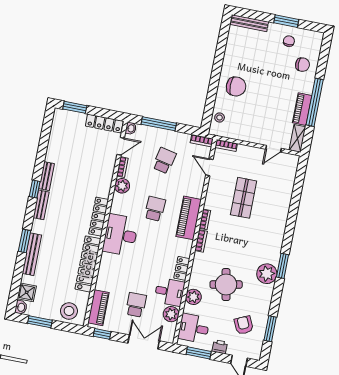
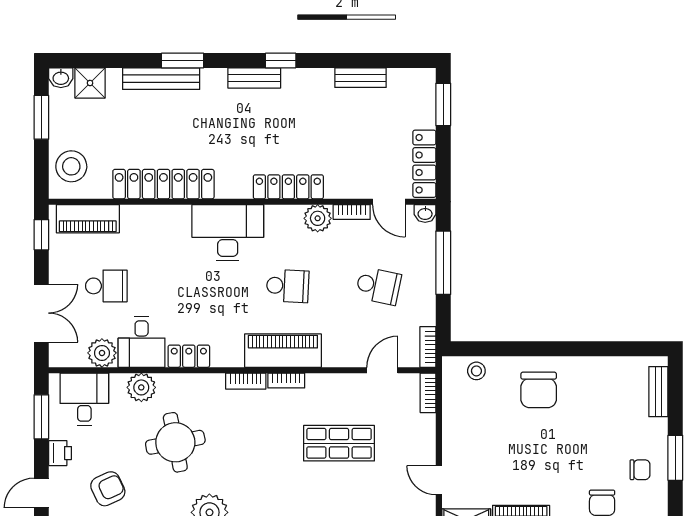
bench: (249, 23) -> (658, 392), width x0.73
bench: (47, 176) -> (361, 78), moved
locker: (99, 217) -> (288, 187), moved

